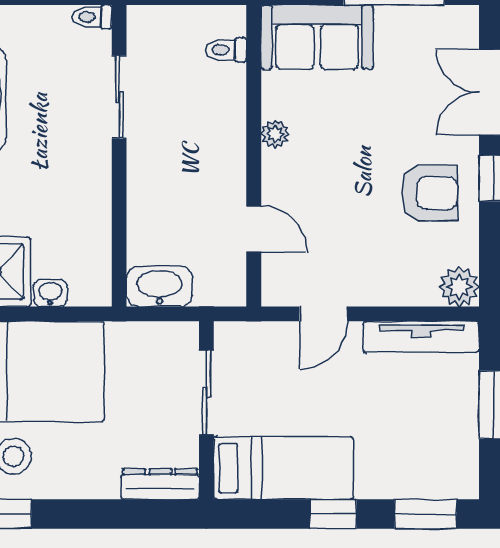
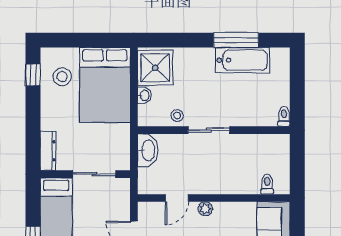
sliding door: (119, 97) -> (209, 130), moved
plant: (275, 134) -> (205, 209), moved
stool: (90, 228) -> (177, 116), added

